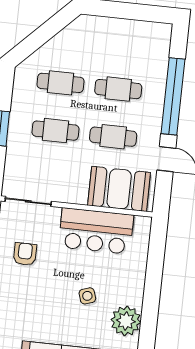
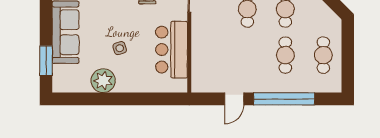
cafe table: (113, 137) -> (323, 55), moved
booth: (119, 189) -> (207, 64), removed

